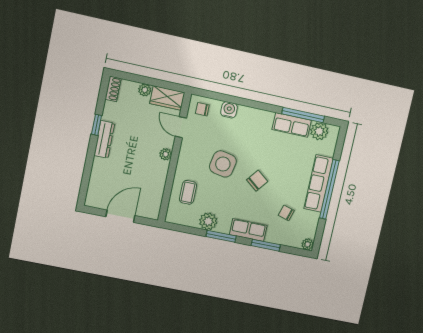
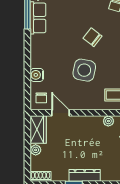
door: (181, 127) -> (60, 113), swing flipped
plant: (166, 154) -> (108, 121), moved

